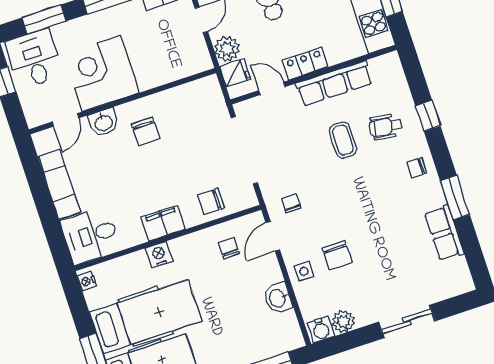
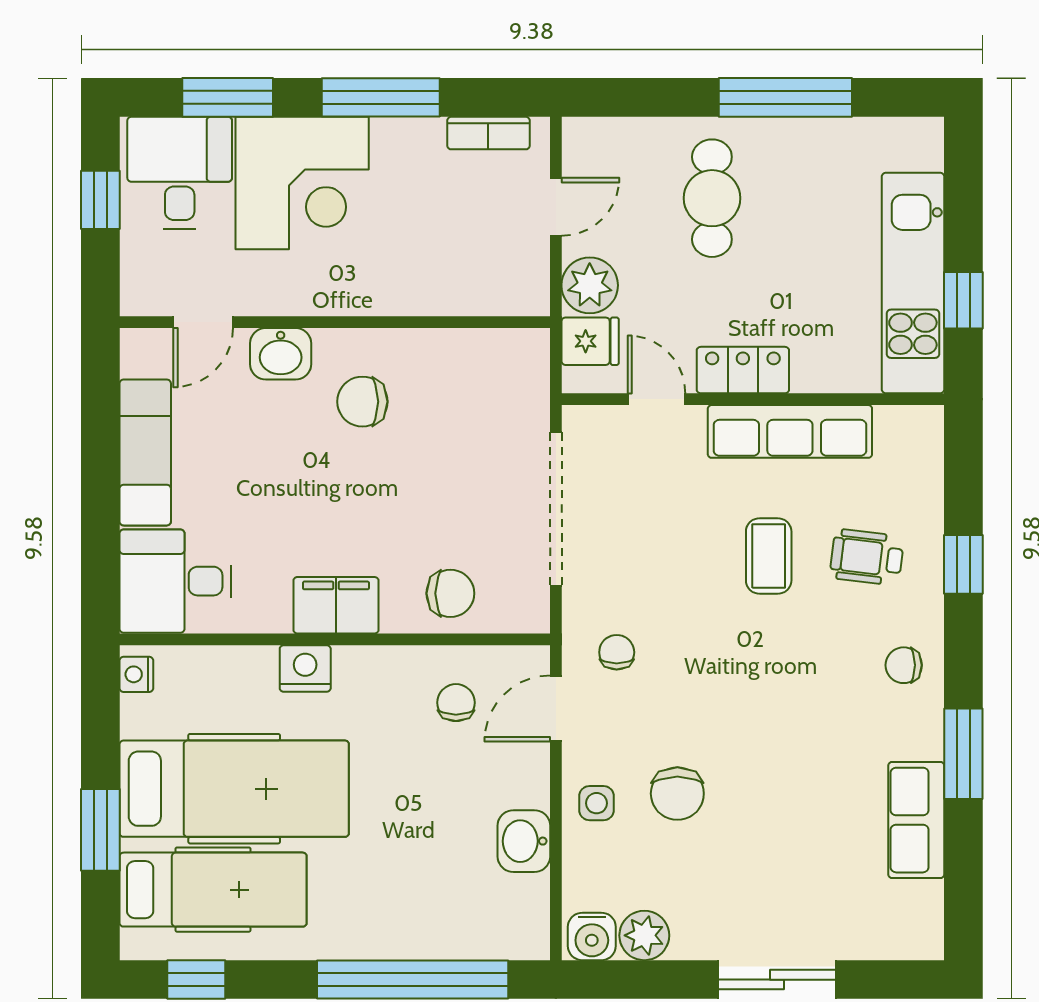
corner desk: (101, 73) -> (302, 183), moved, turned 180
chair: (146, 131) -> (362, 402), turned 90
chair: (211, 202) -> (450, 593), turned 180

